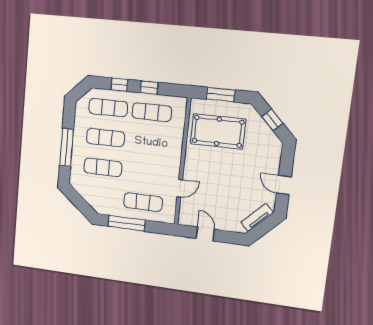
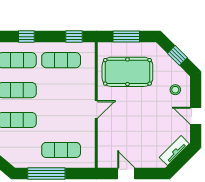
window: (149, 87) -> (74, 37), moved
stool: (266, 155) -> (175, 90), added
door: (180, 188) -> (96, 109), moved

